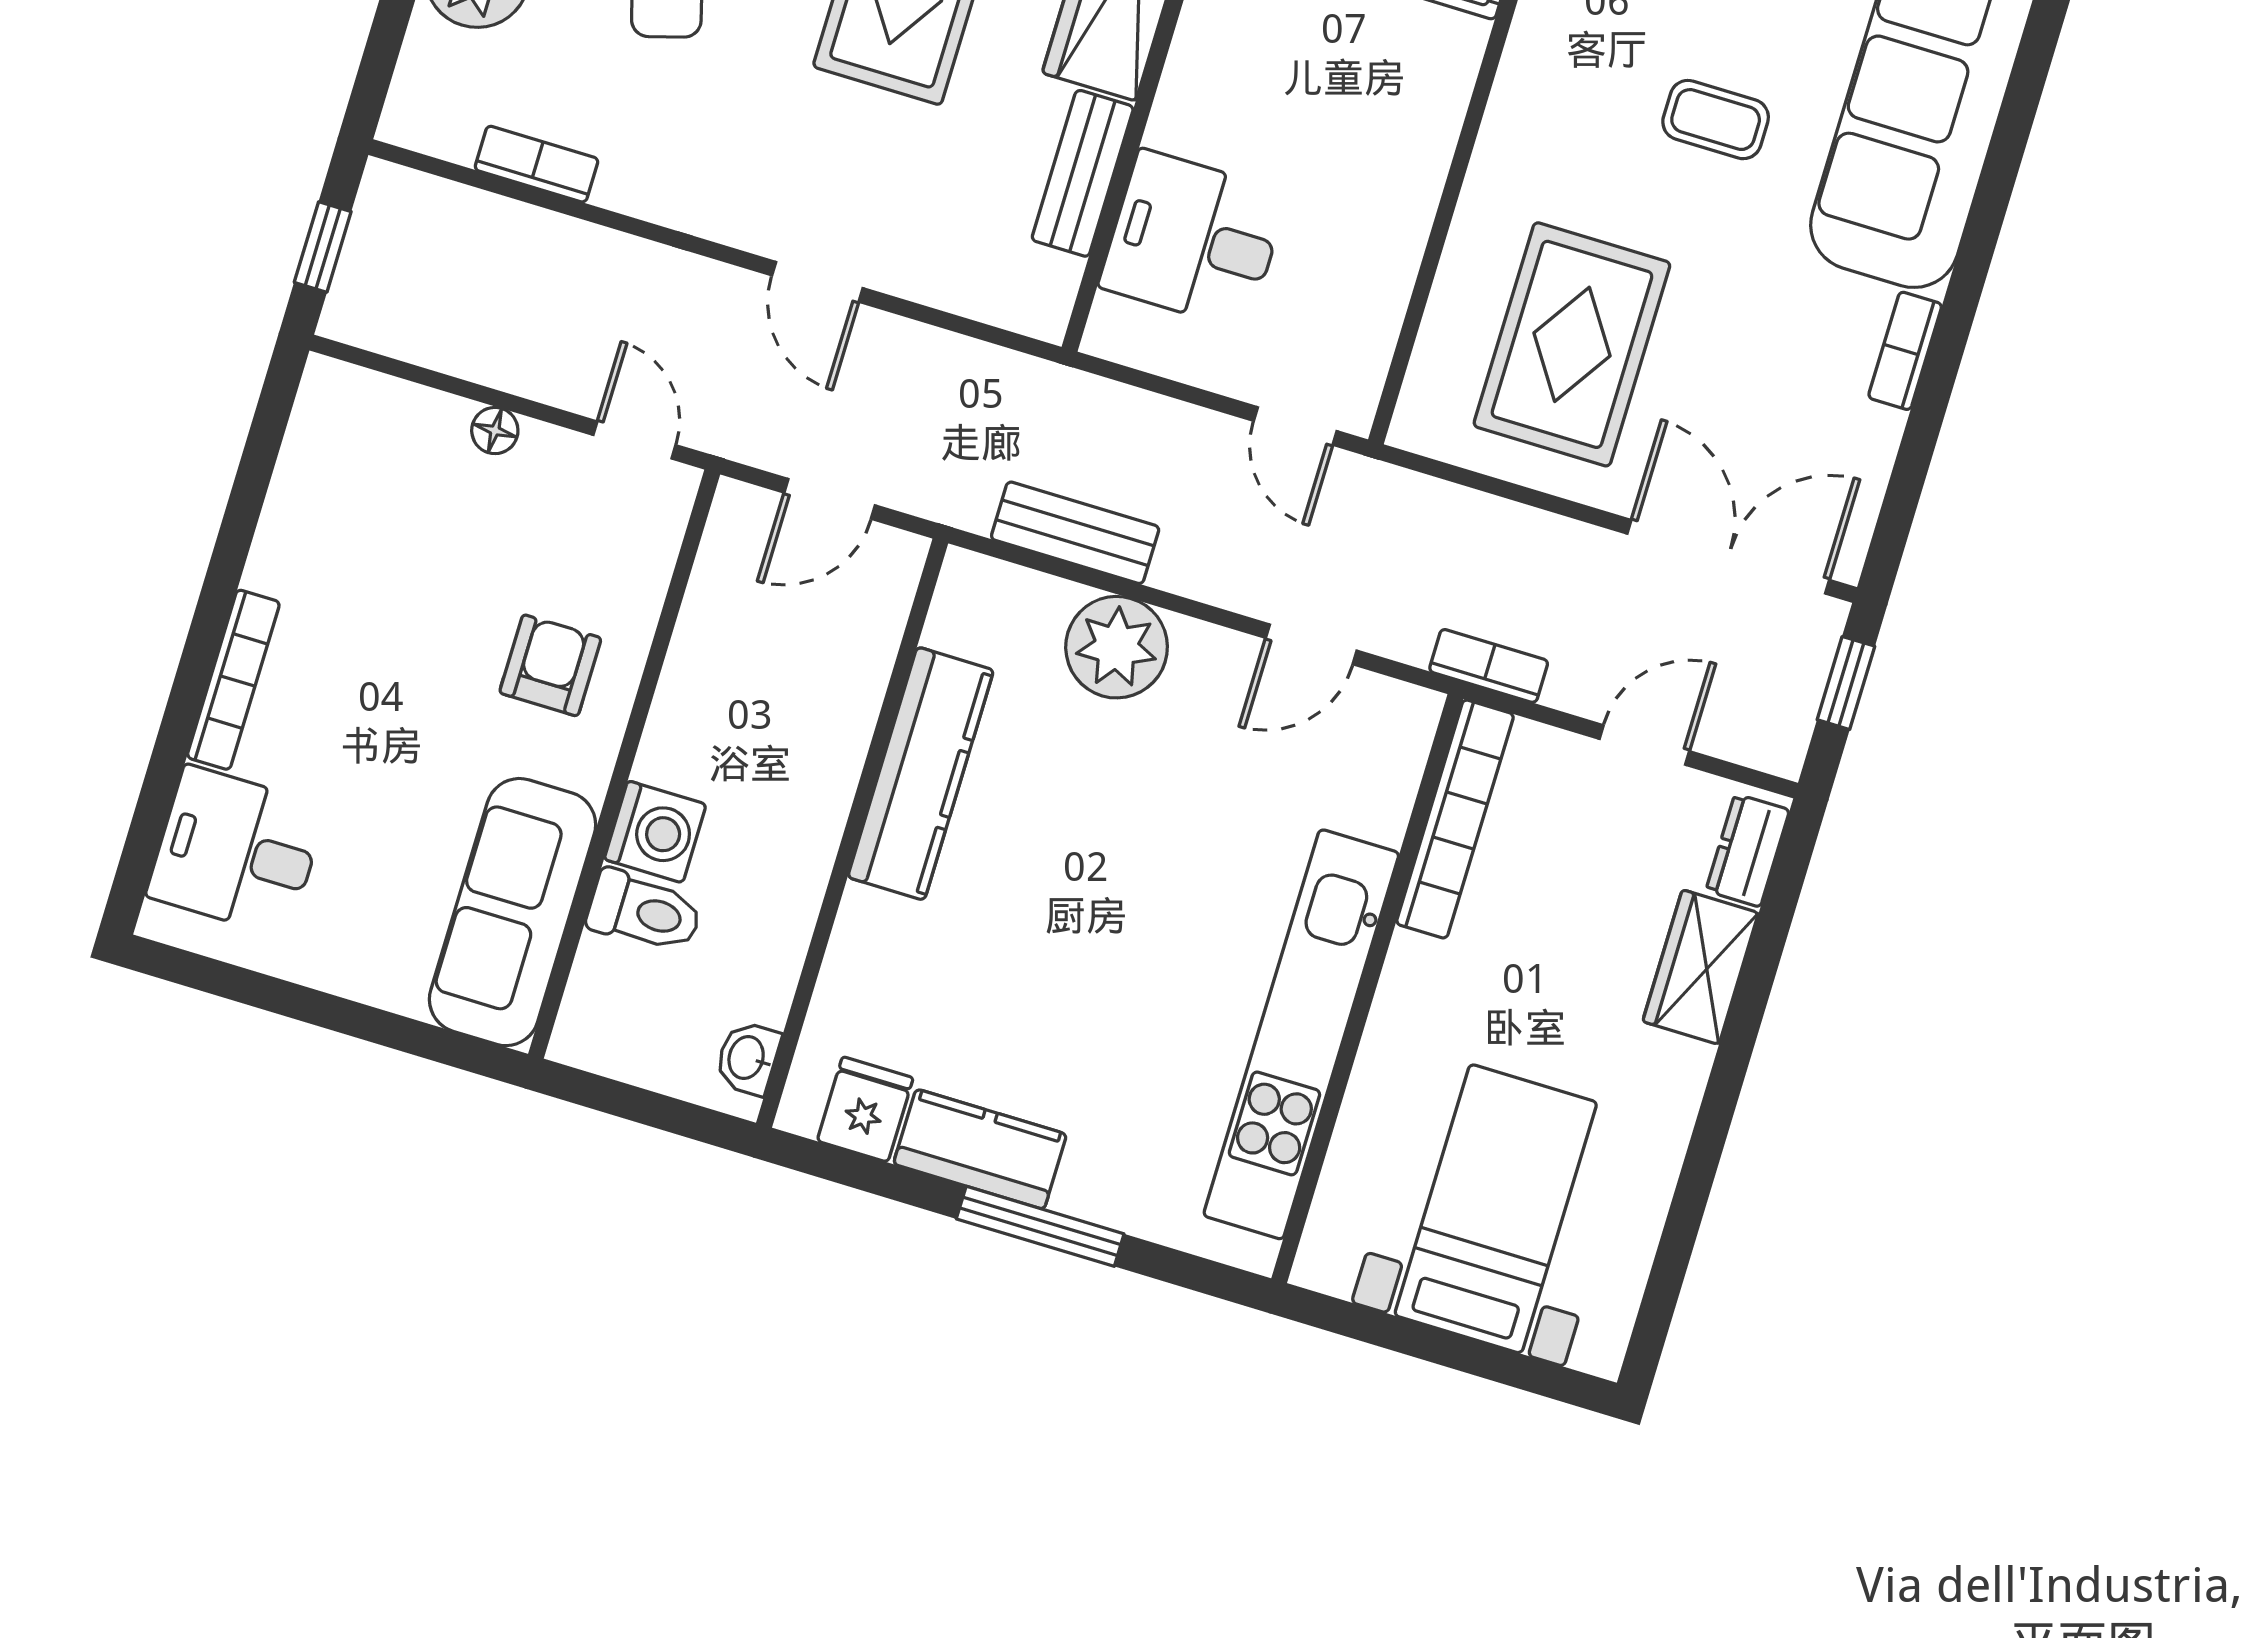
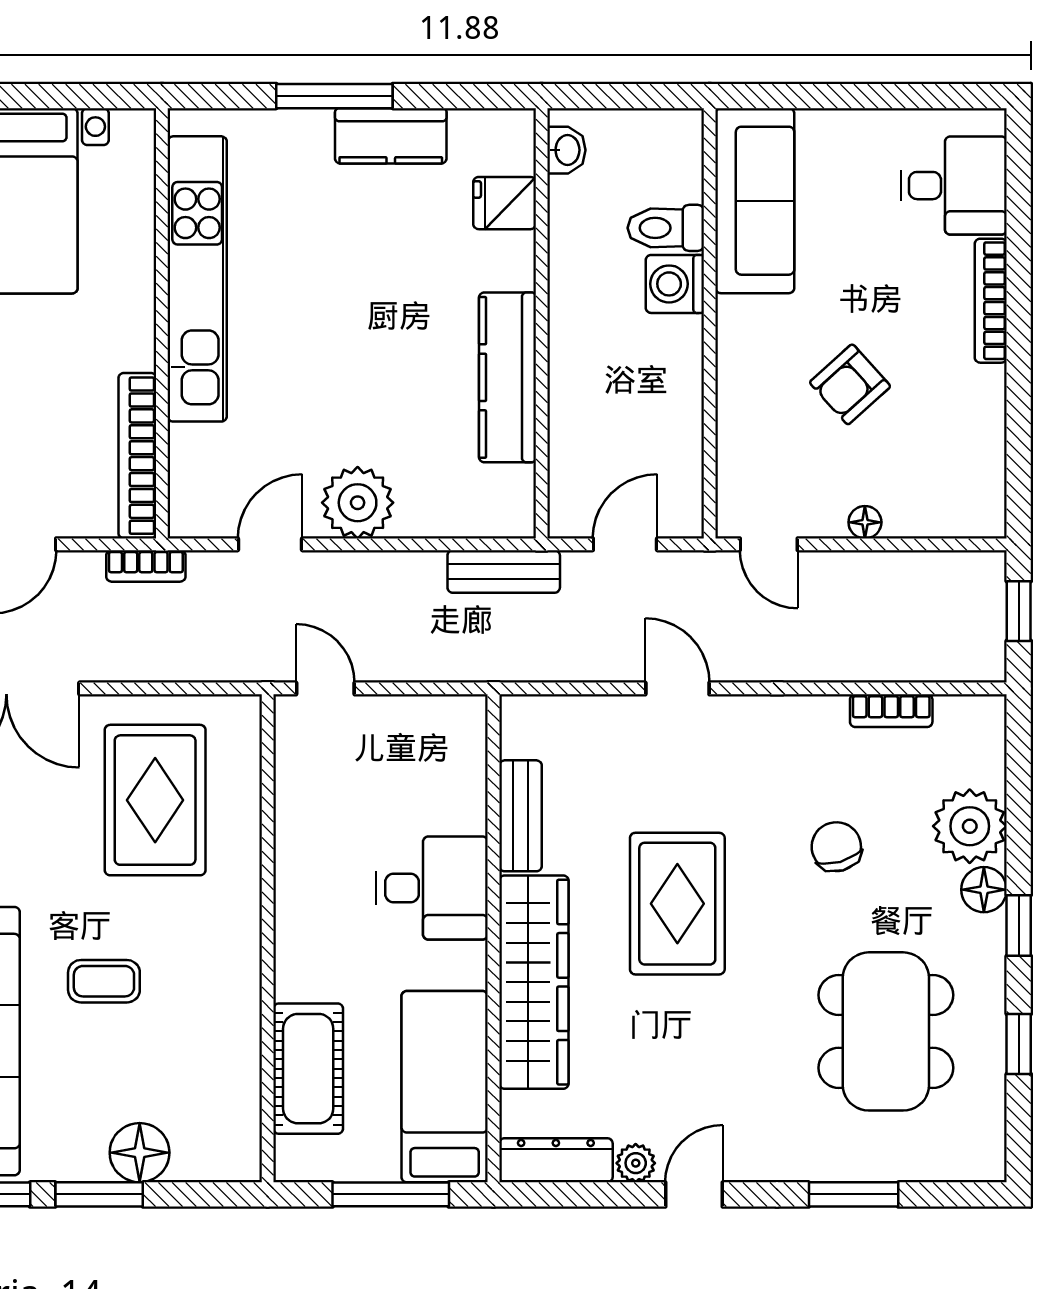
desk: (1193, 240) -> (432, 888), moved
bench: (1075, 533) -> (504, 572), moved
plant: (1117, 647) -> (358, 503), moved
armchair: (550, 665) -> (850, 384), moved, turned 48
fridge: (865, 1109) -> (505, 203), moved, turned 90

